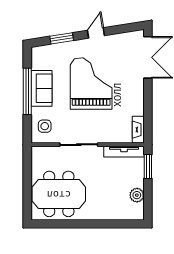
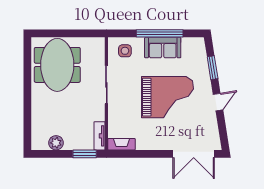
door: (96, 33) -> (218, 102), hinge flipped
tv unit: (124, 152) -> (100, 136), width x0.71

